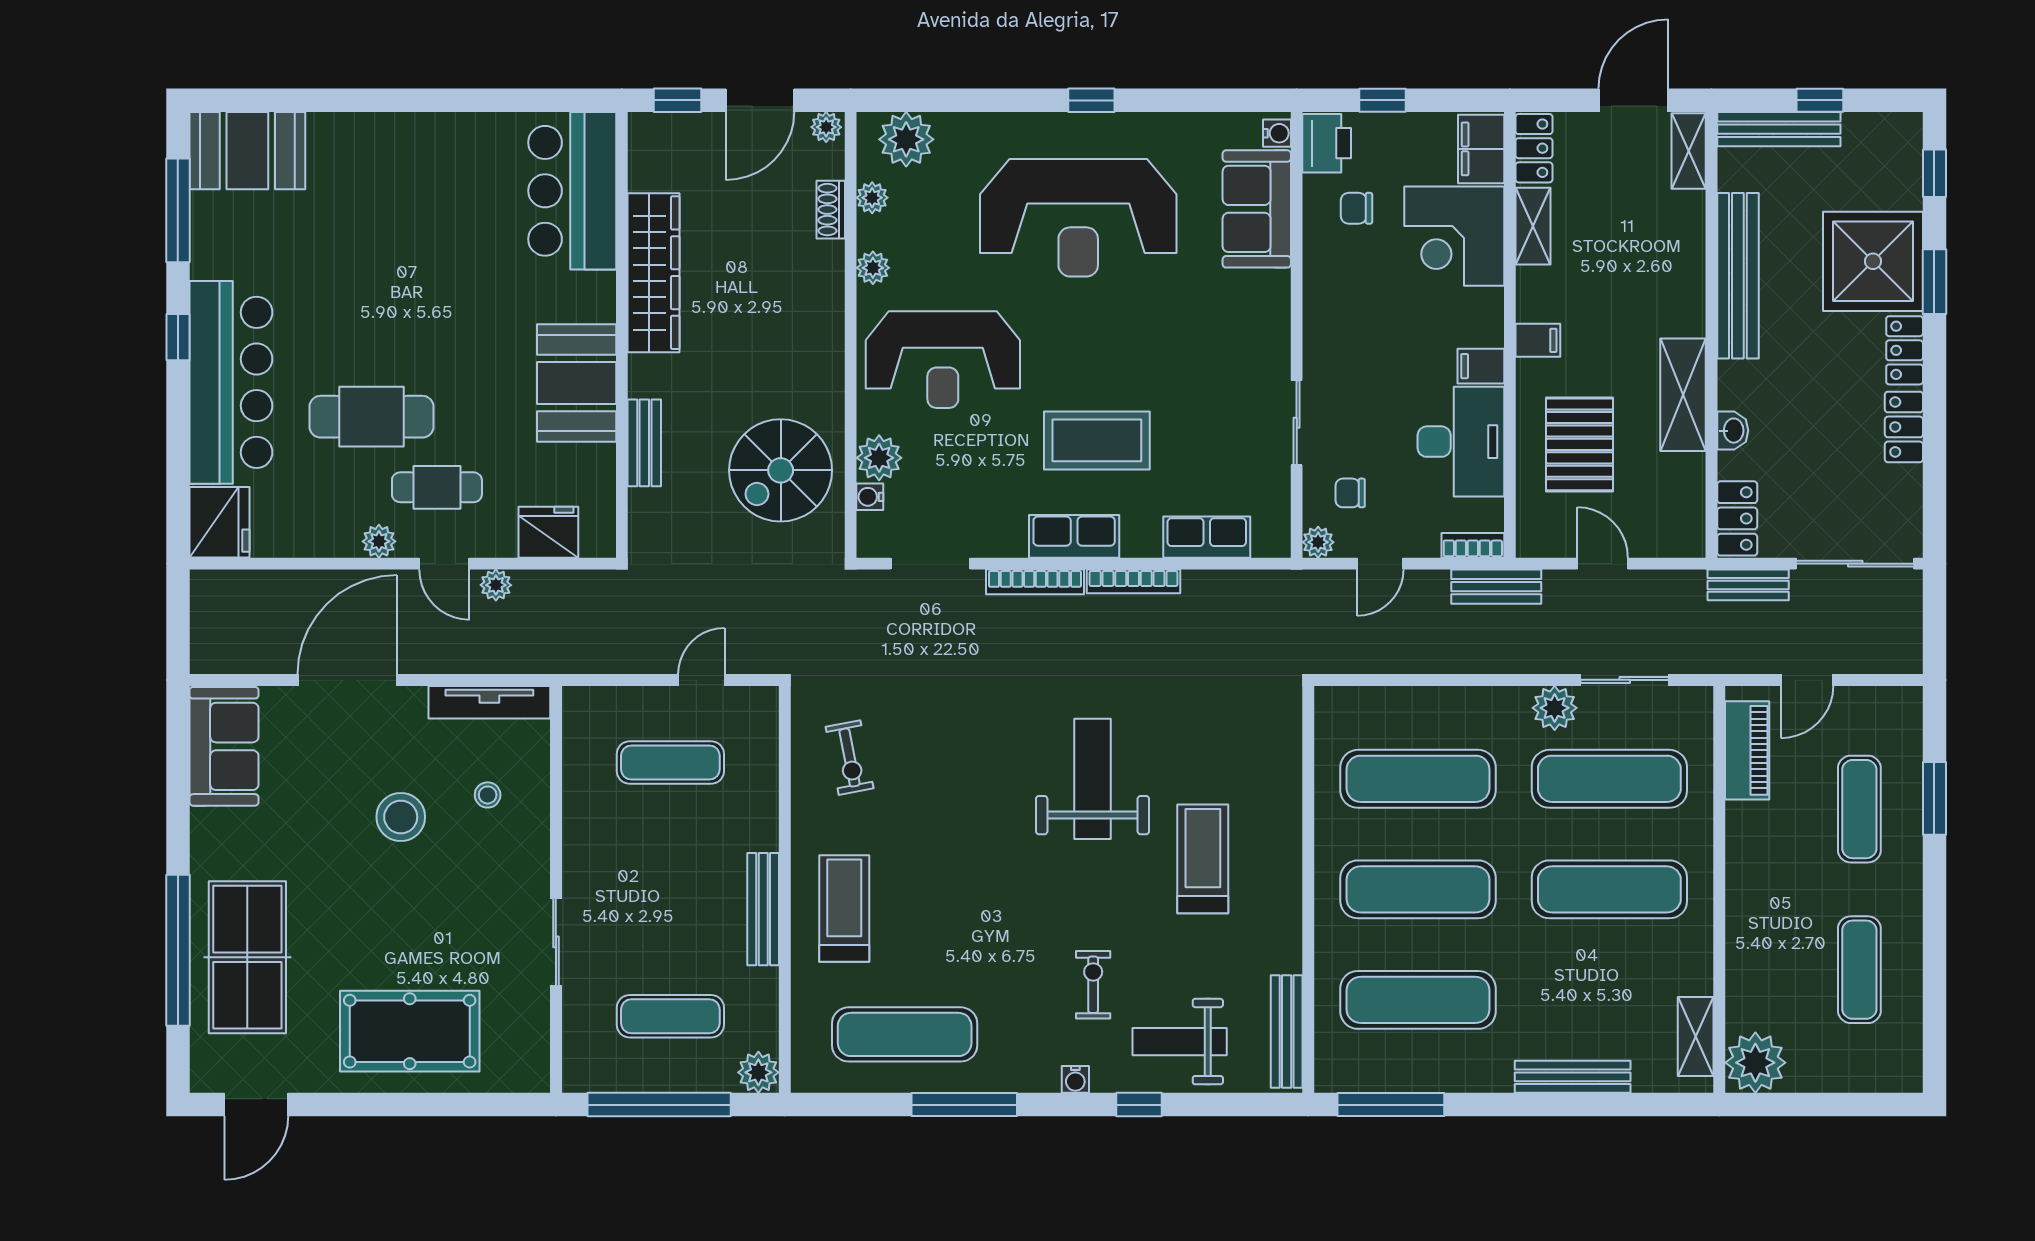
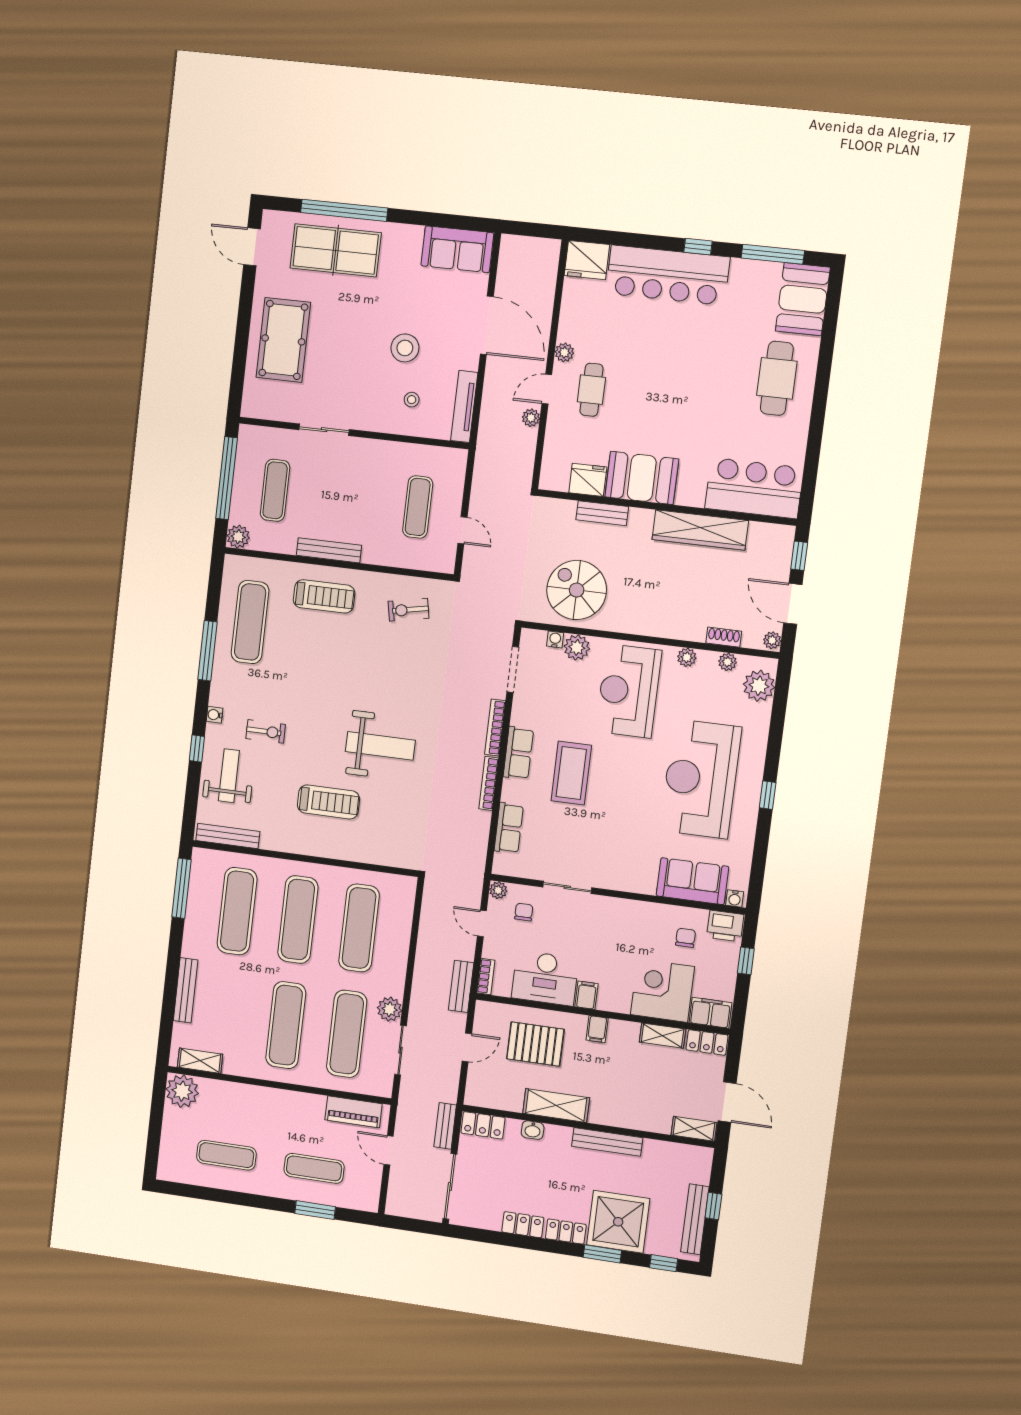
bench: (1779, 129) -> (695, 1219), moved
bench: (1738, 276) -> (607, 1142), width x0.73, depth x0.82
cafe table: (372, 417) -> (777, 378), moved
fridge: (548, 532) -> (588, 480), moved, turned -90

